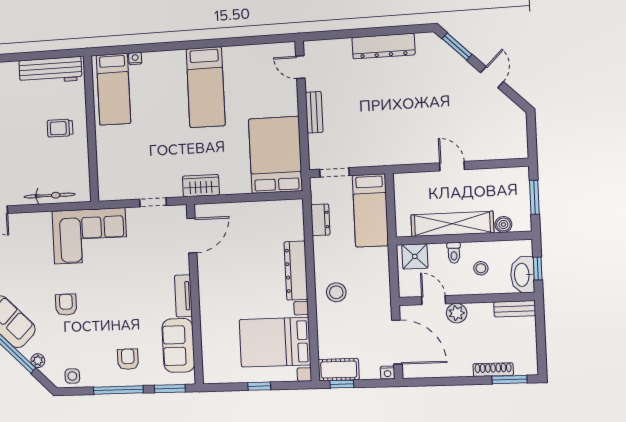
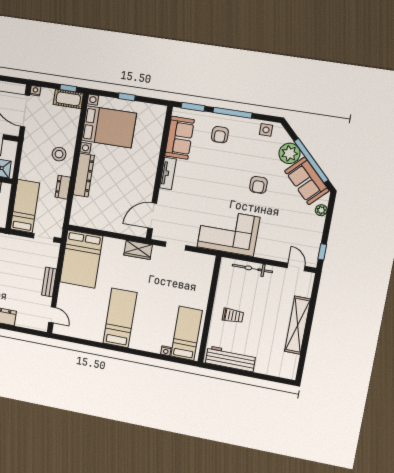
dresser: (320, 220) -> (63, 187), moved
plant: (38, 361) -> (290, 153), width x1.87, depth x1.87

